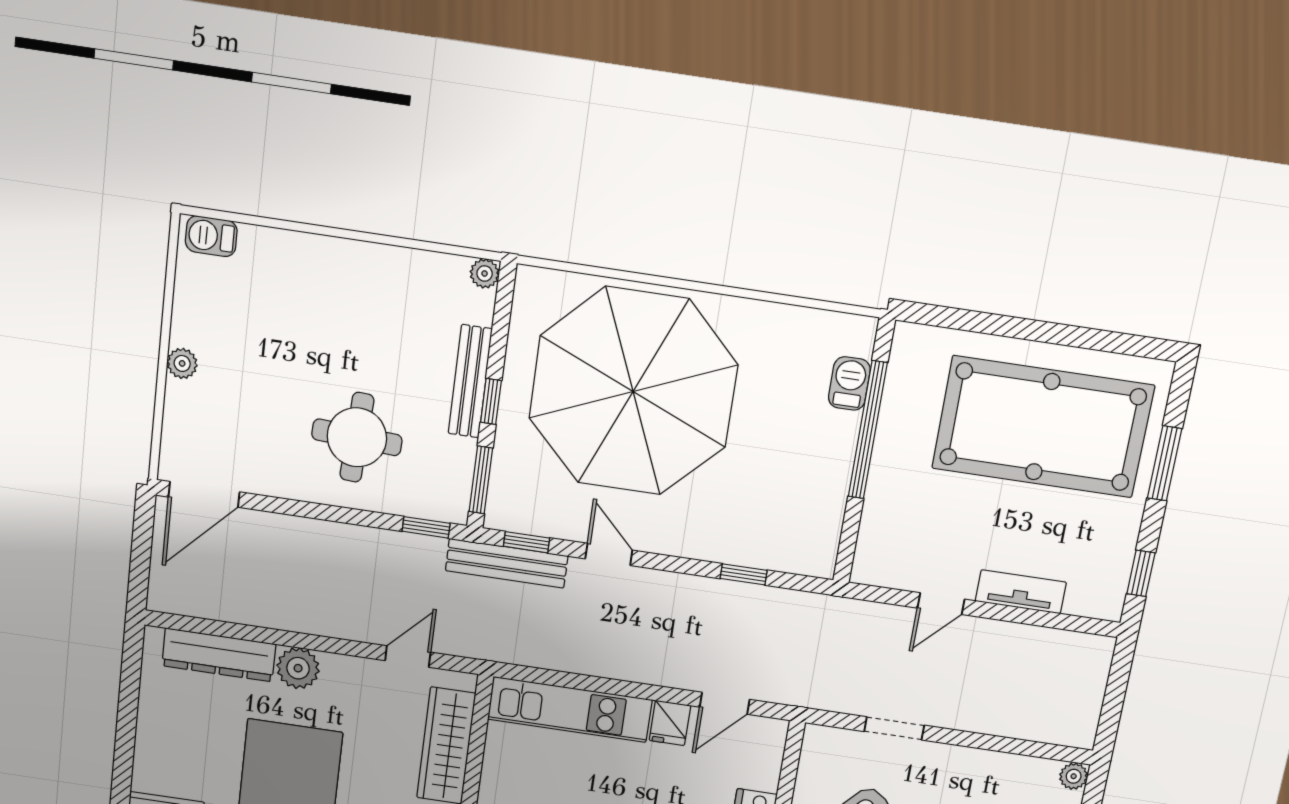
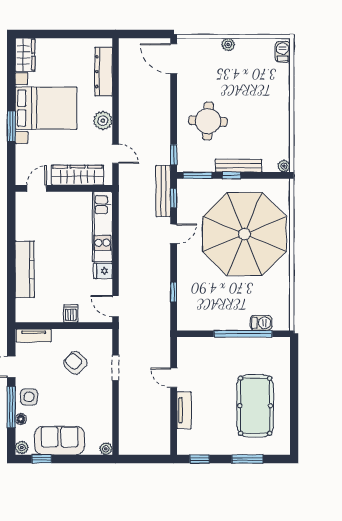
pool table: (1043, 427) -> (255, 406), width x0.73, depth x0.76
plant: (298, 668) -> (103, 121), moved
door: (725, 703) -> (115, 306), moved

